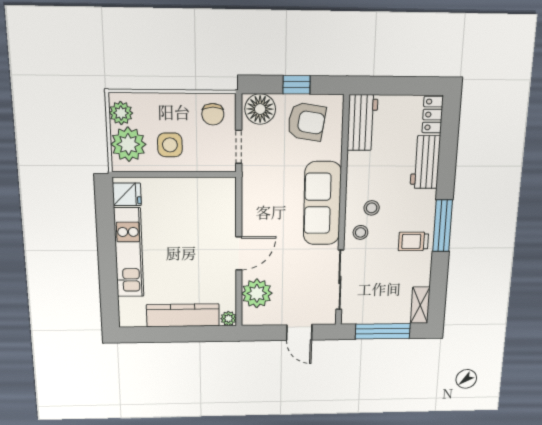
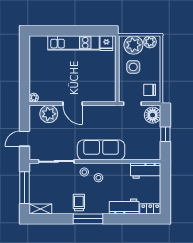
armchair: (306, 122) -> (146, 140), removed
kitchen counter: (183, 315) -> (36, 72), removed

